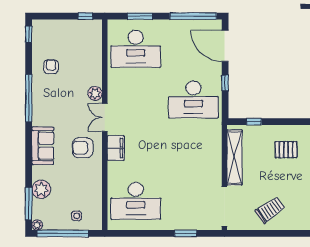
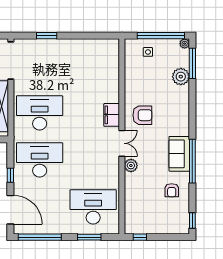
sofa: (43, 146) -> (179, 154), moved
desk: (136, 201) -> (40, 113), moved

